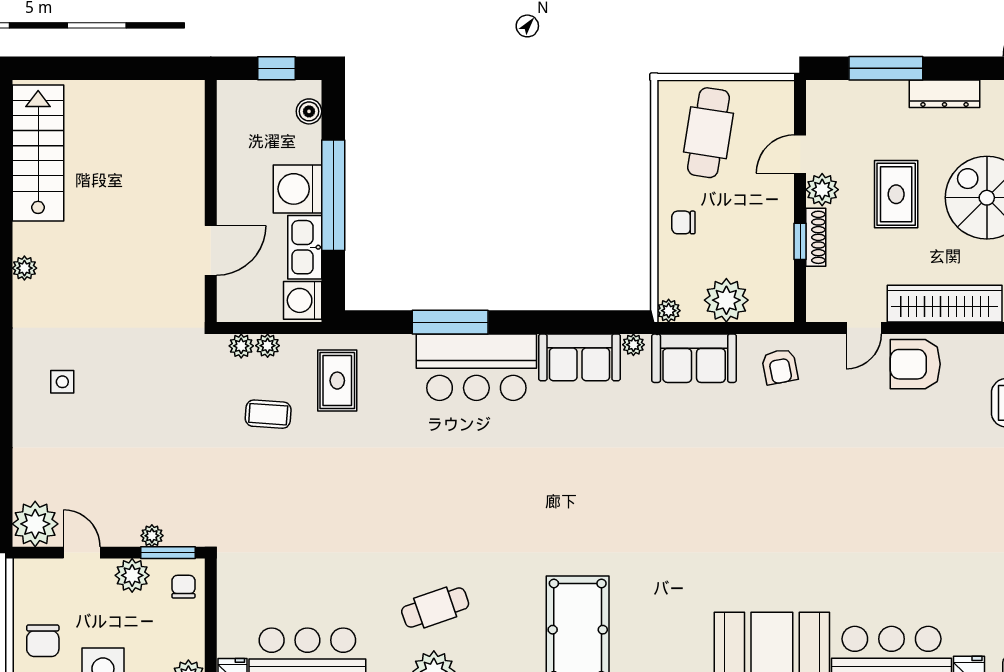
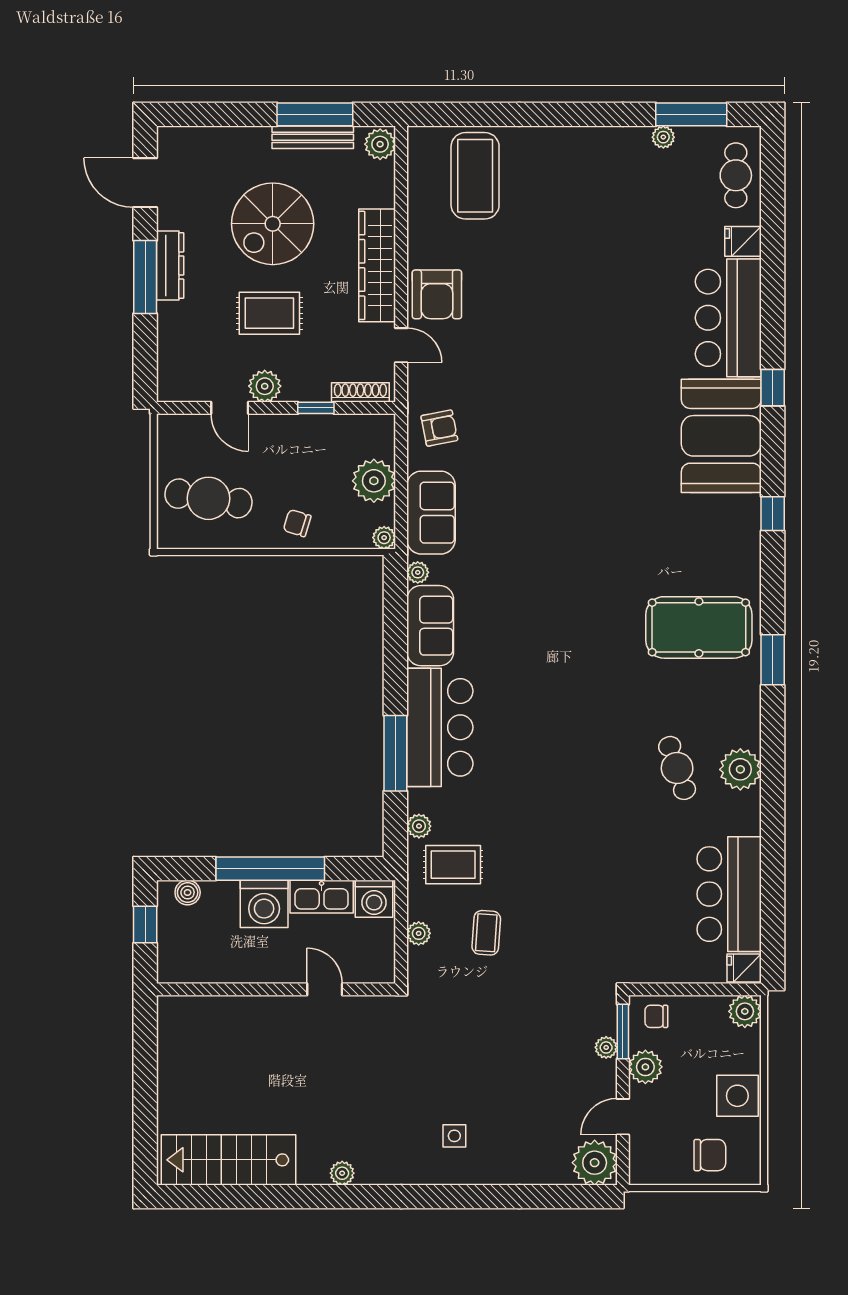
window: (886, 68) -> (145, 277), moved
chair: (683, 222) -> (297, 523), turned 107
shoe rack: (816, 237) -> (360, 392), moved
door: (211, 250) -> (325, 989), width x0.73
plant: (241, 346) -> (419, 826), moved

